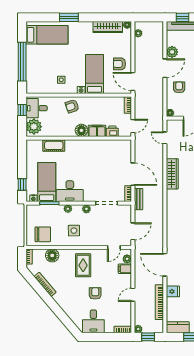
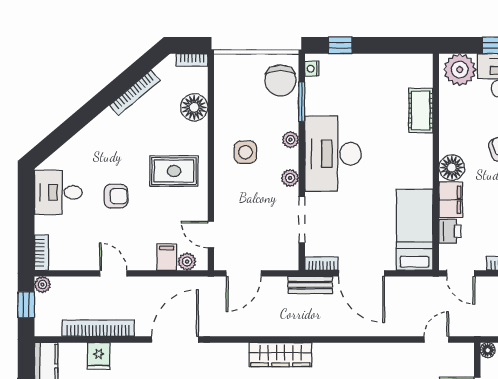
door: (133, 174) -> (362, 273), hinge flipped
wardrobe: (172, 174) -> (280, 355), moved
bed: (47, 182) -> (414, 230), moved, turned -90
desk: (70, 191) -> (333, 154), width x1.36, depth x1.30
door: (133, 231) -> (244, 273), hinge flipped
chair: (43, 234) -> (280, 80), moved
fridge: (173, 291) -> (99, 356), moved

